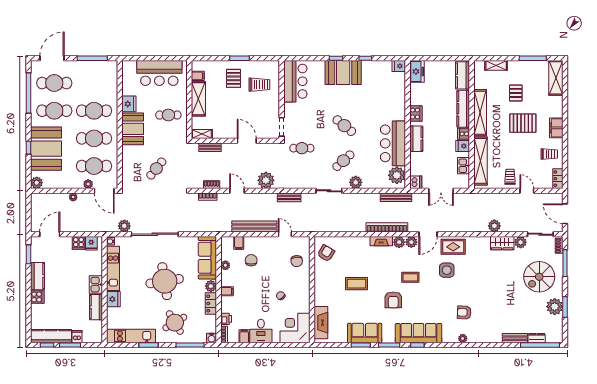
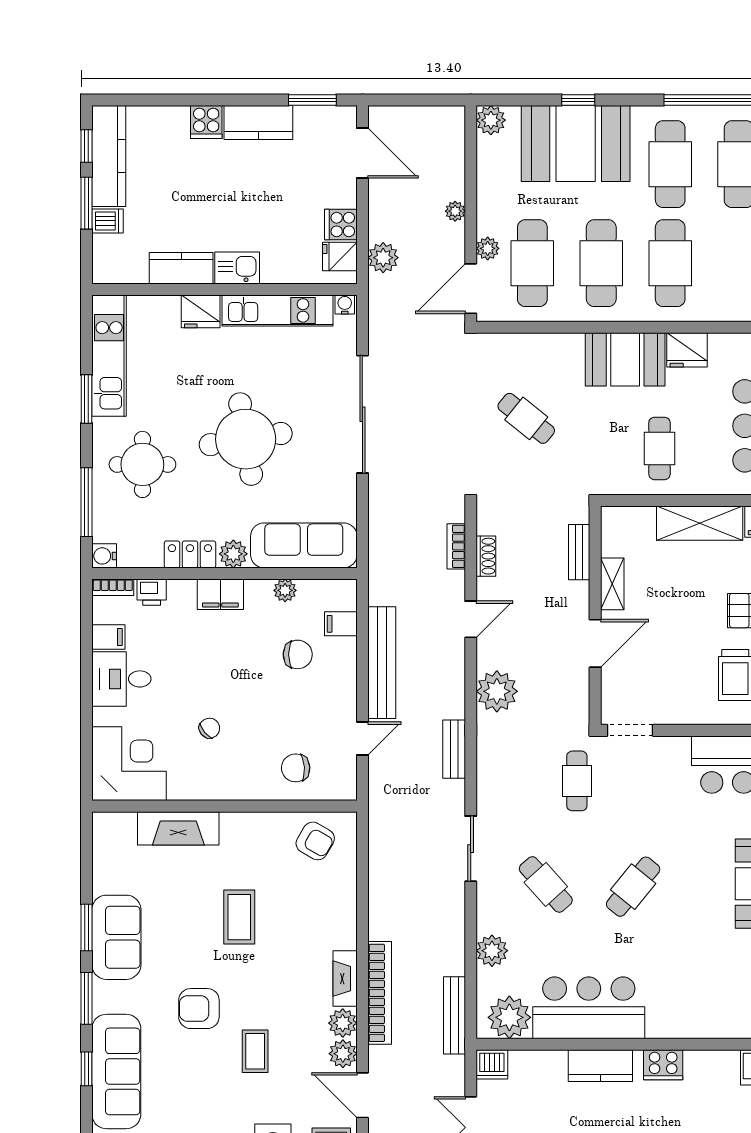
shelving: (202, 134) -> (612, 584), moved
plant: (356, 182) -> (492, 951), moved
plant: (124, 226) -> (383, 258), moved
filing cabinet: (227, 291) -> (220, 594), width x2.00
round table: (175, 323) -> (142, 464), turned 31
fireplace: (321, 323) -> (178, 828), moved

